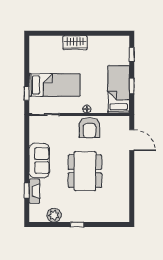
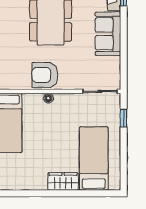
bed: (54, 85) -> (94, 158), moved, turned 90
armchair: (89, 128) -> (45, 75), turned -90

